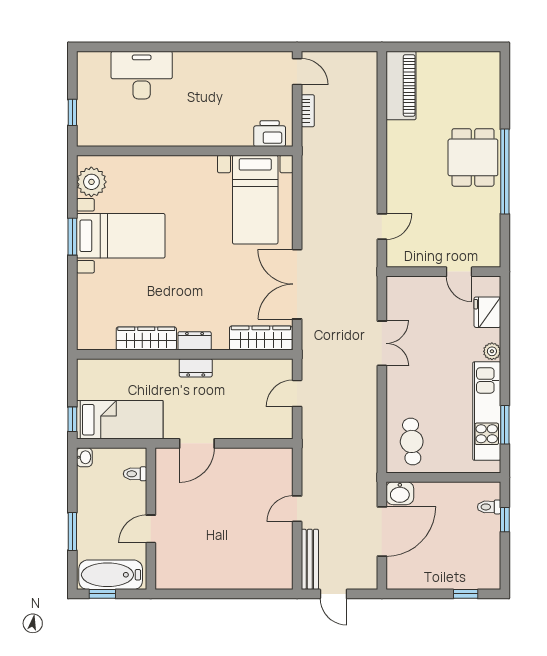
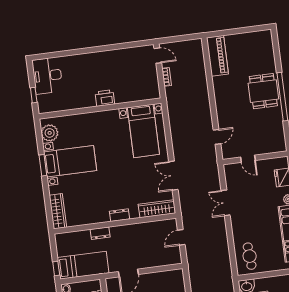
desk: (142, 75) -> (47, 76), moved, turned -90
printer: (270, 134) -> (105, 98), moved
door: (459, 272) -> (248, 159), moved
double door: (297, 284) -> (173, 176), width x0.73
wardrobe: (146, 339) -> (58, 211), moved, turned 90
double door: (382, 343) -> (226, 203), swing flipped
dresser: (196, 368) -> (100, 233), moved

